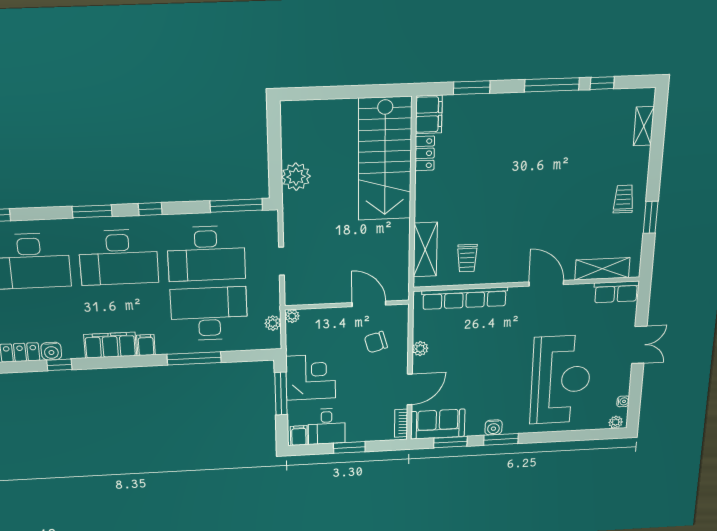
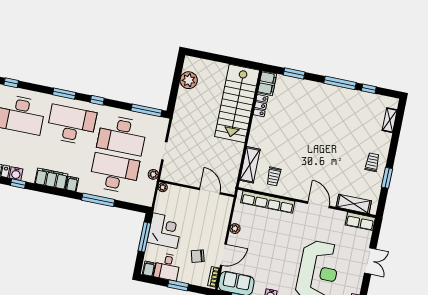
plant: (296, 177) -> (189, 80), moved
desk: (118, 257) -> (71, 125), turned 180
plant: (273, 323) -> (153, 174), moved
chair: (376, 342) -> (198, 256), moved

